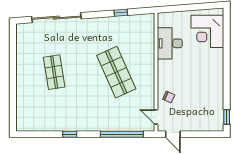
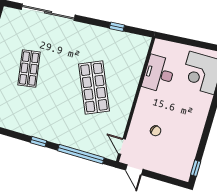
chair: (169, 97) -> (156, 131), moved
window: (70, 134) -> (39, 142), moved

